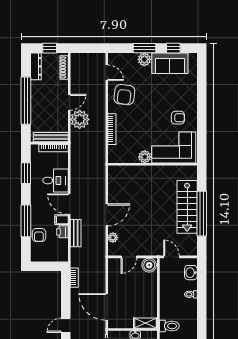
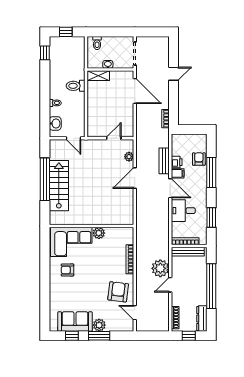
boiler: (149, 265) -> (95, 131), removed
toilet: (169, 326) -> (76, 86), moved

